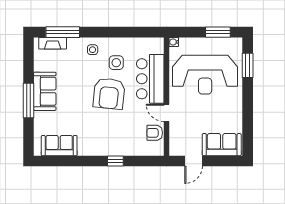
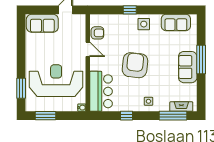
window: (119, 32) -> (127, 116), added
side table: (116, 63) -> (144, 24), moved
bar counter: (150, 79) -> (101, 91), moved

